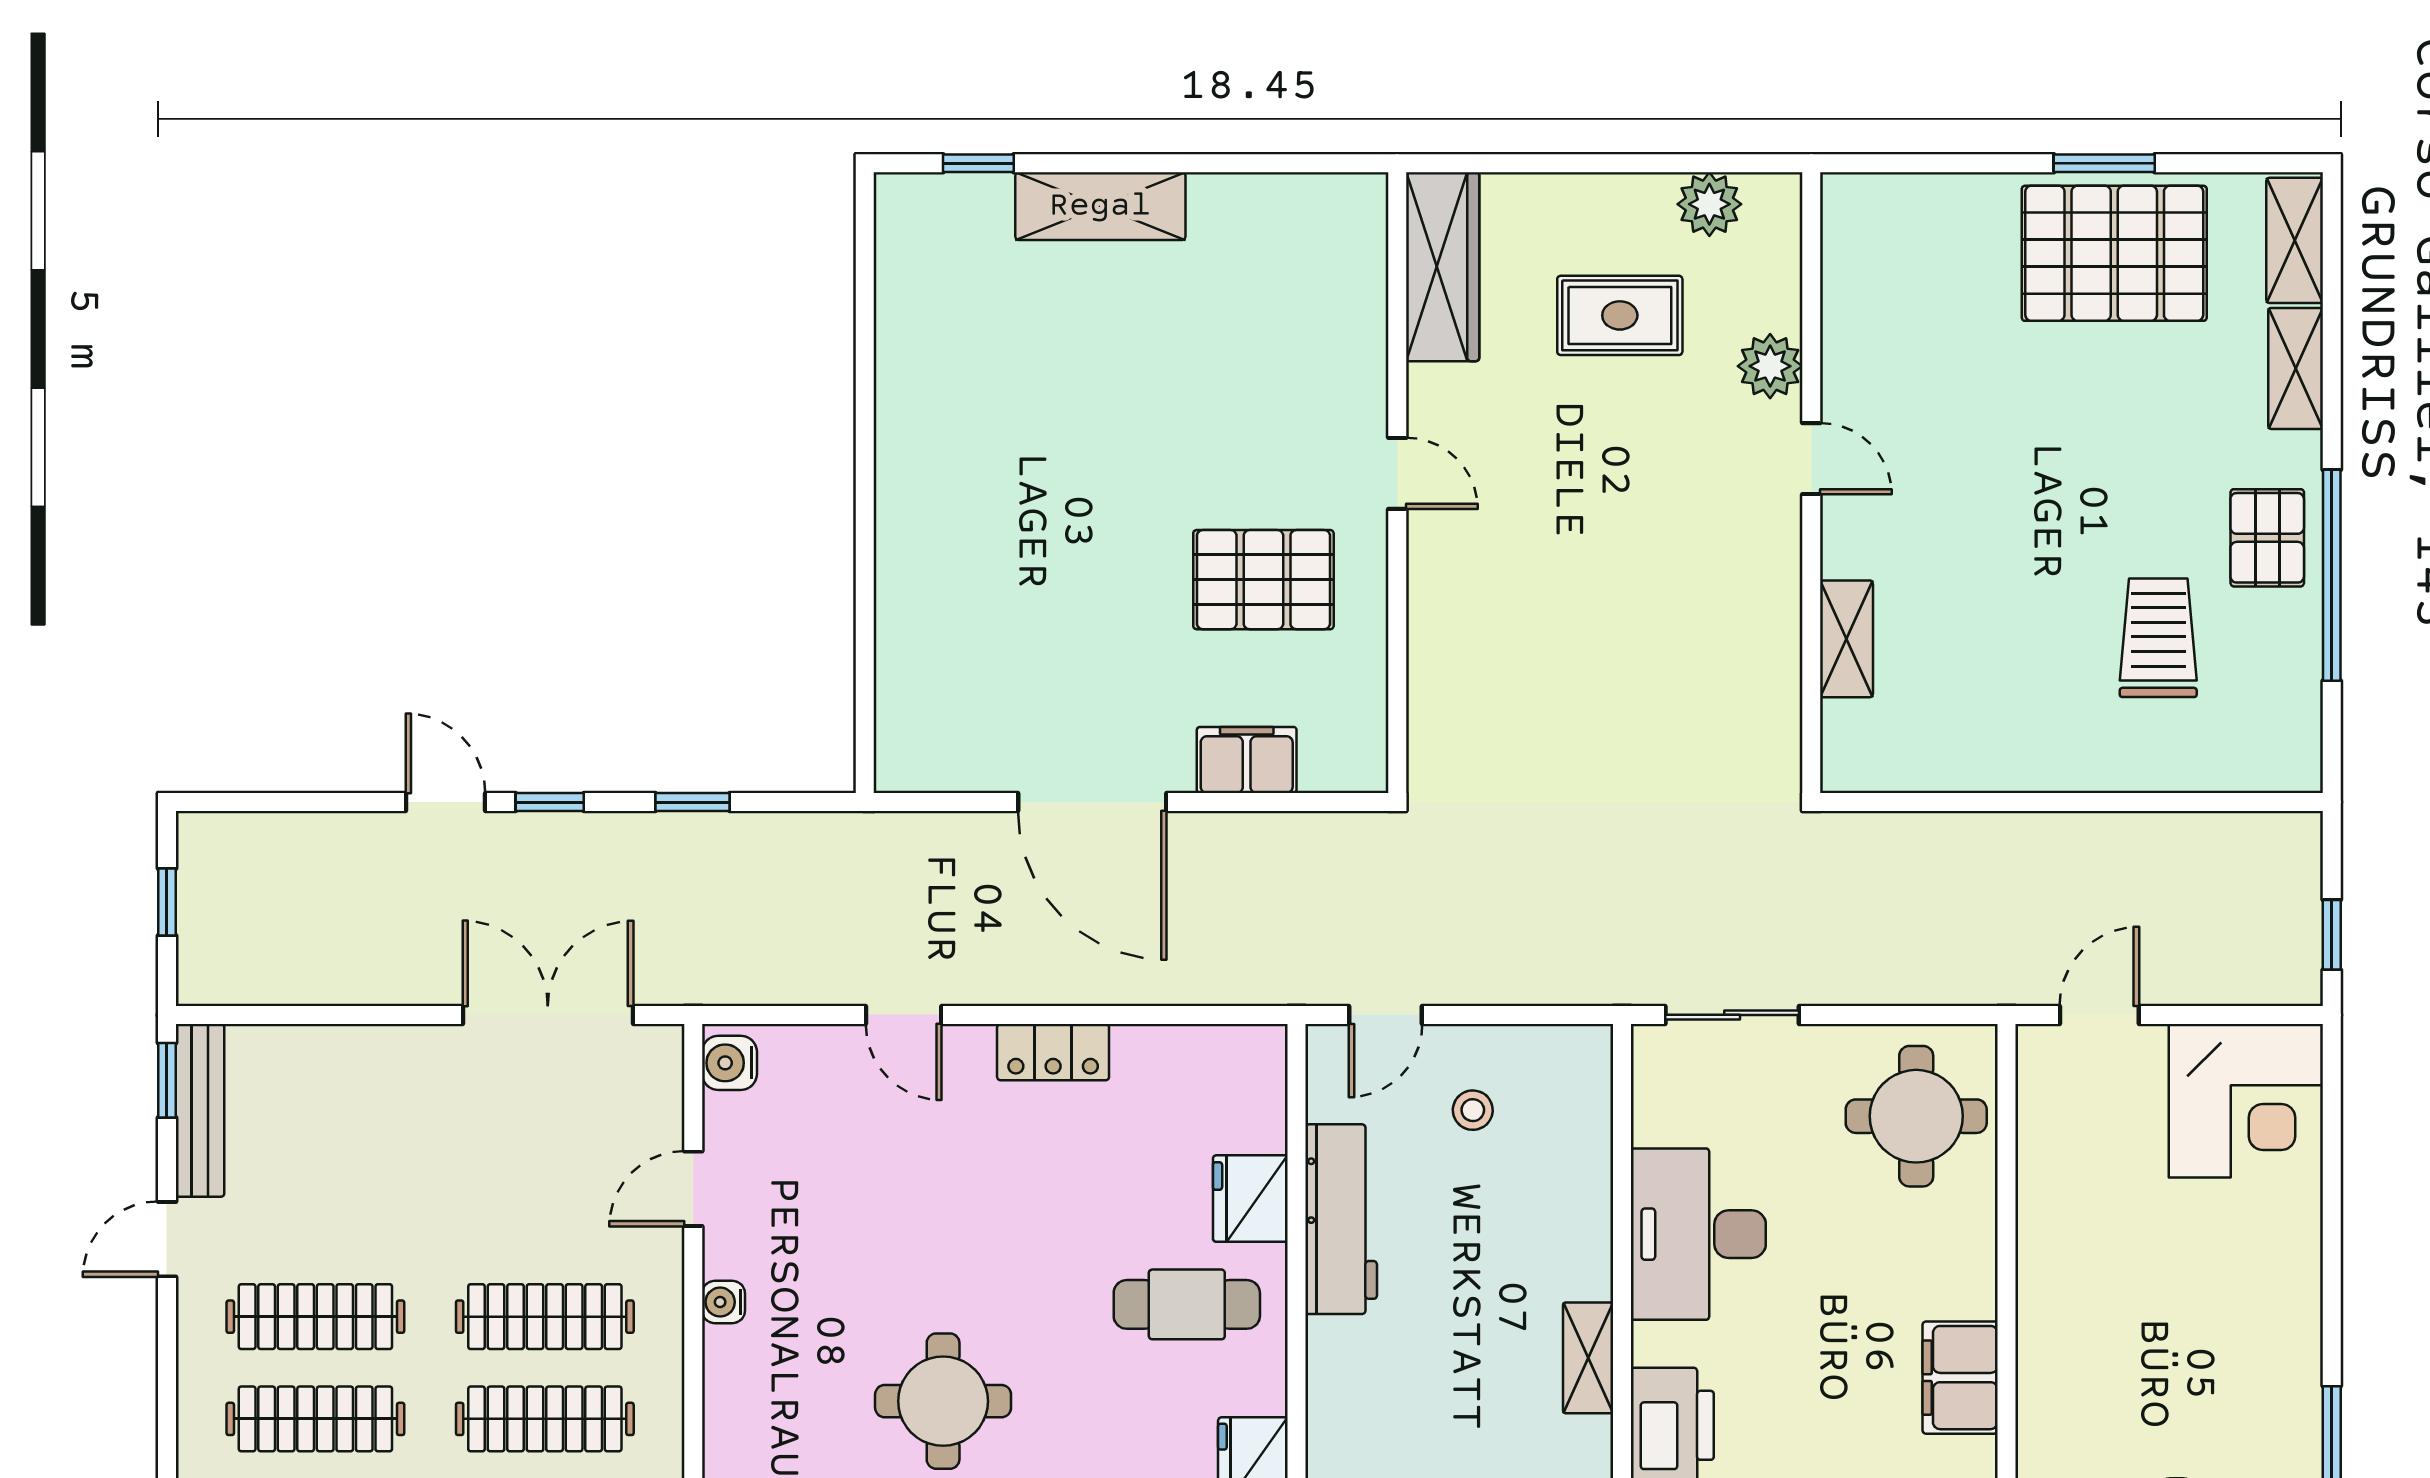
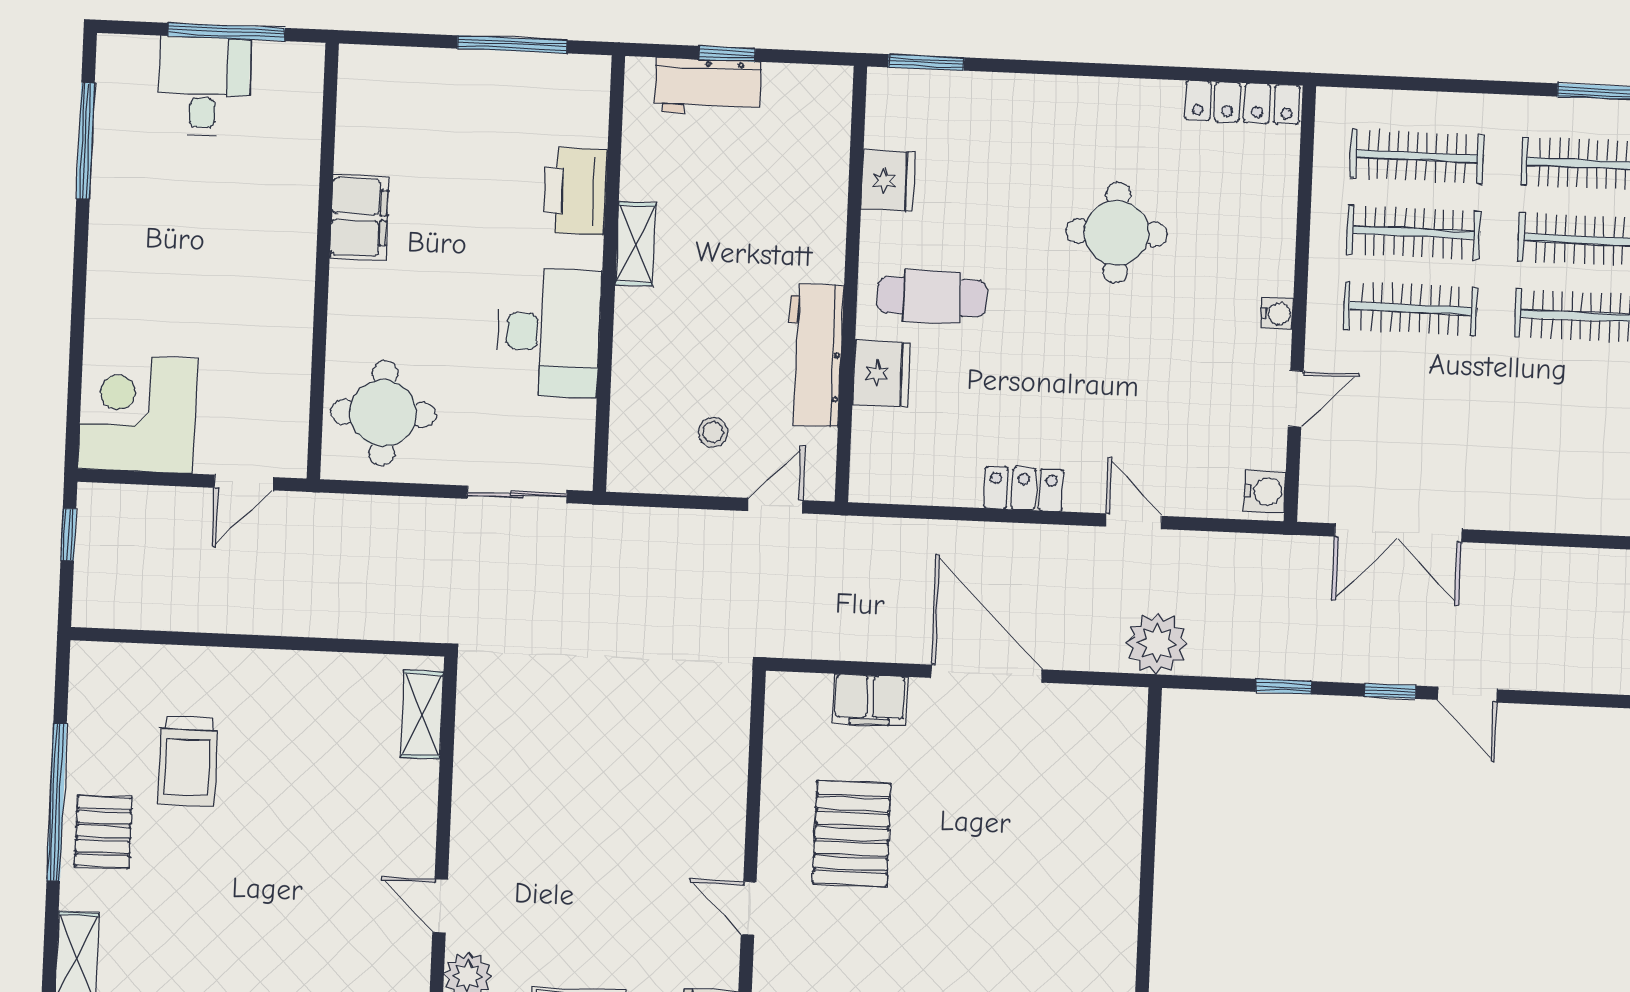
pallet: (1263, 580) -> (852, 834), turned 90
shelving: (1846, 639) -> (422, 715), moved
plant: (865, 853) -> (1157, 643), added

